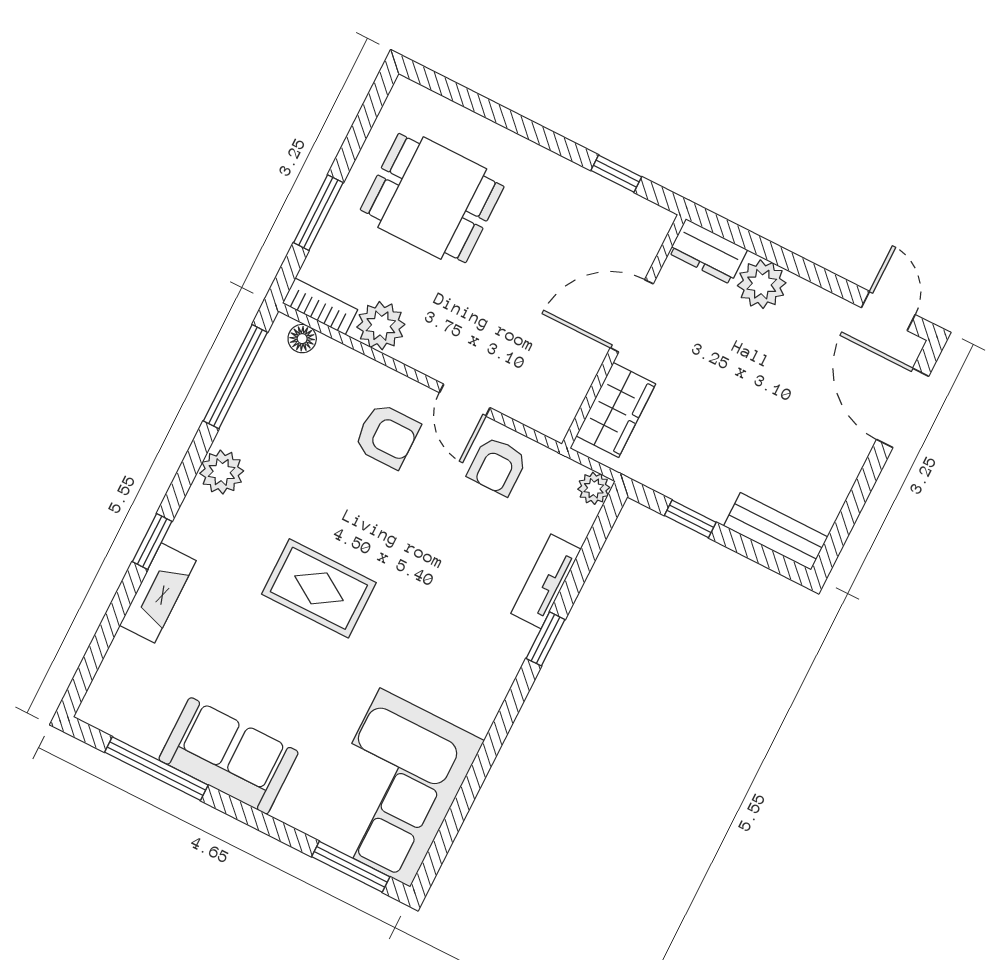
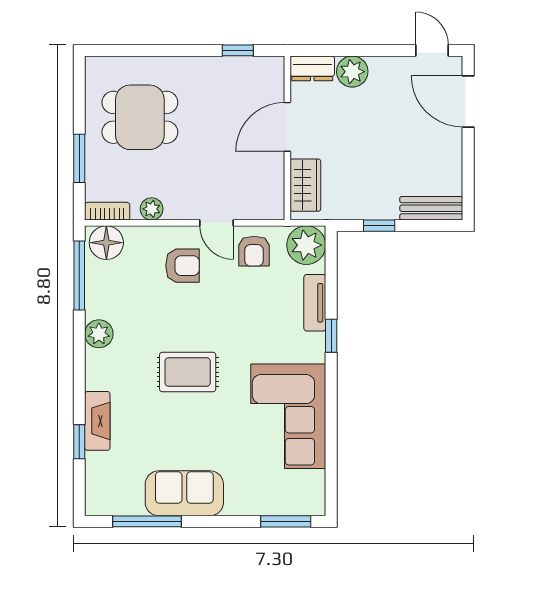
plant: (381, 326) -> (152, 209), width x0.73, depth x0.73
floor lamp: (302, 339) -> (106, 243), width x1.89, depth x1.89
plant: (594, 488) -> (306, 245), width x1.88, depth x1.88
window: (152, 541) -> (79, 442), moved
corner sofa: (395, 787) -> (288, 416), moved

